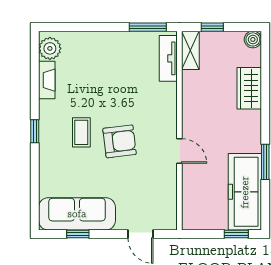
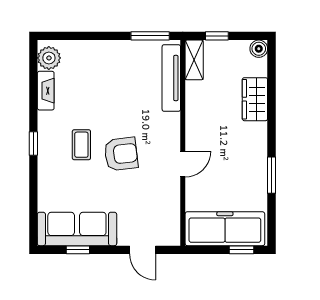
tv unit: (168, 58) -> (171, 78), width x1.41
door: (179, 151) -> (183, 164), hinge flipped
freezer: (245, 192) -> (225, 229), moved, turned 90

